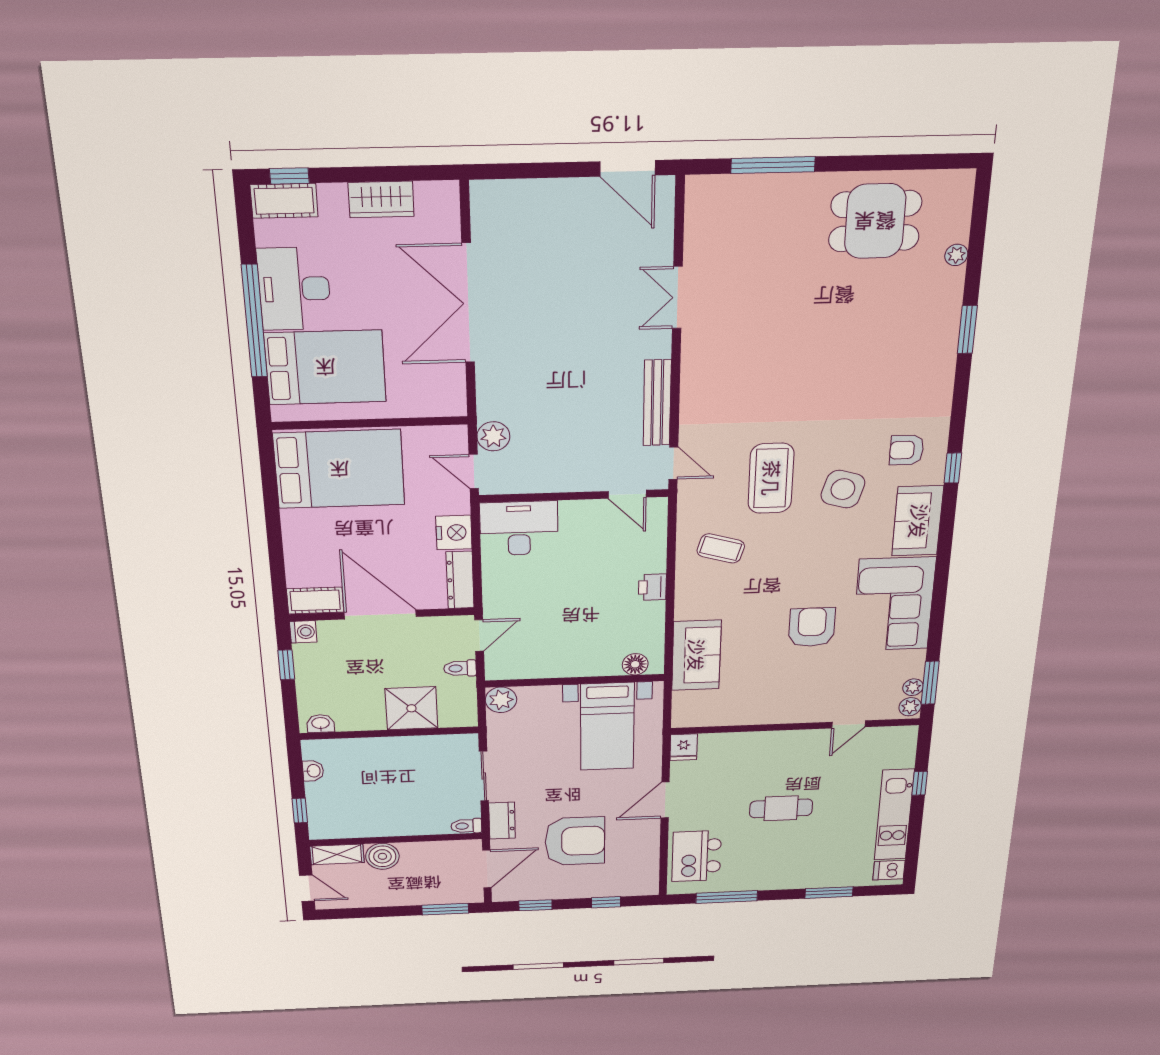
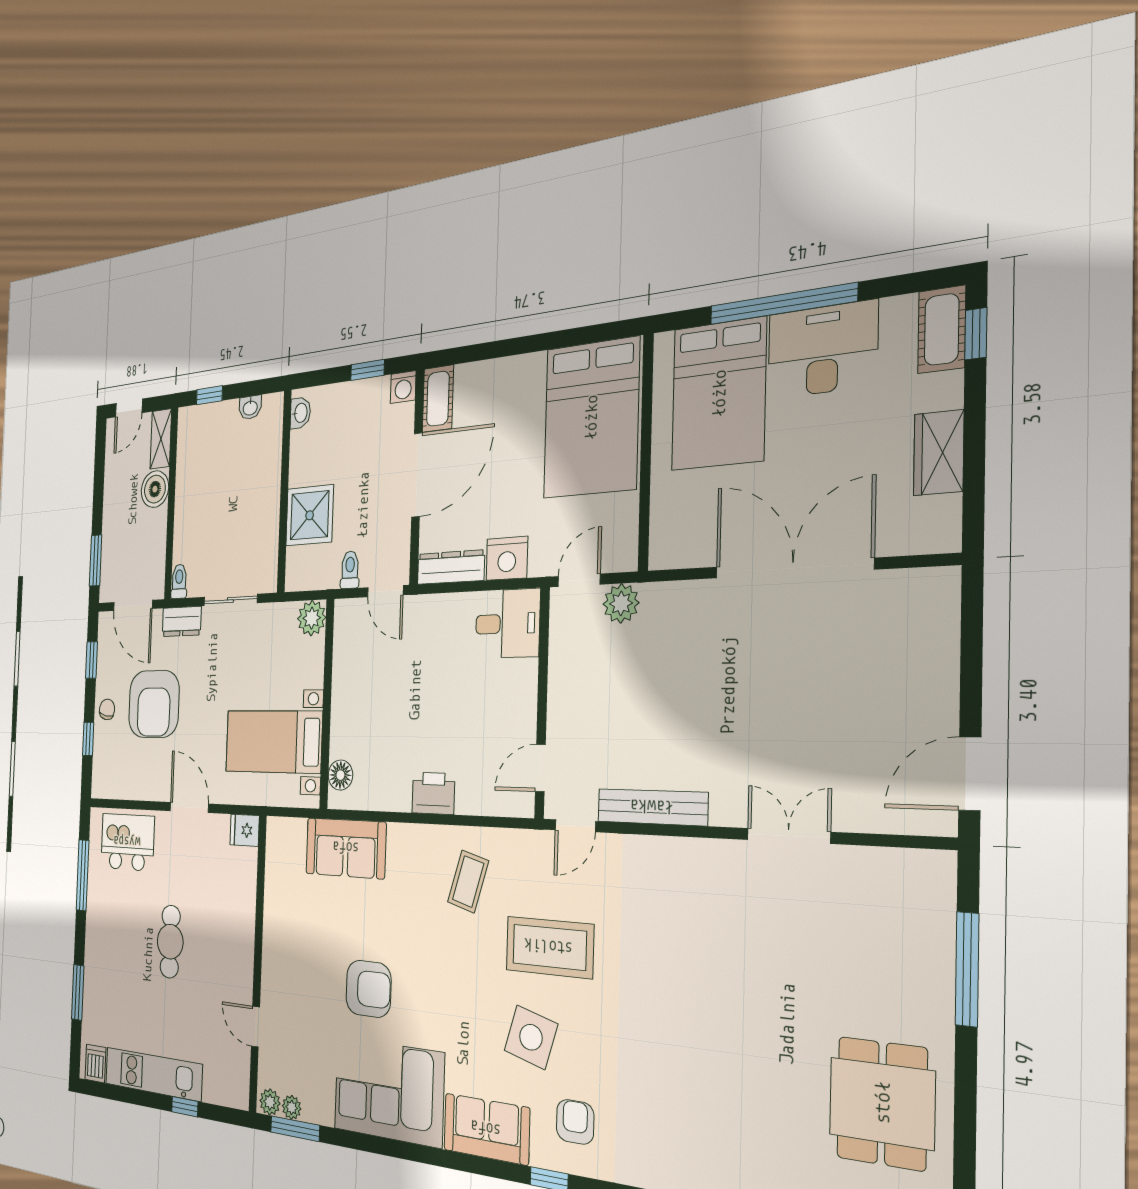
desk: (519, 528) -> (507, 624), width x0.73
printer: (652, 587) -> (433, 793), width x1.36, depth x1.24
chair: (580, 886) -> (107, 709), added

